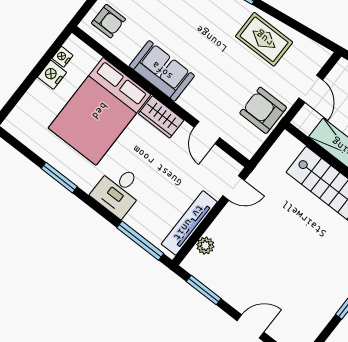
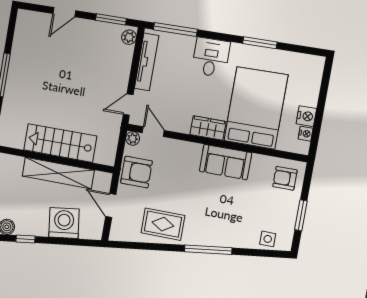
door: (207, 132) -> (153, 132), moved
plant: (248, 149) -> (133, 138), added
plant: (205, 246) -> (129, 37), moved

